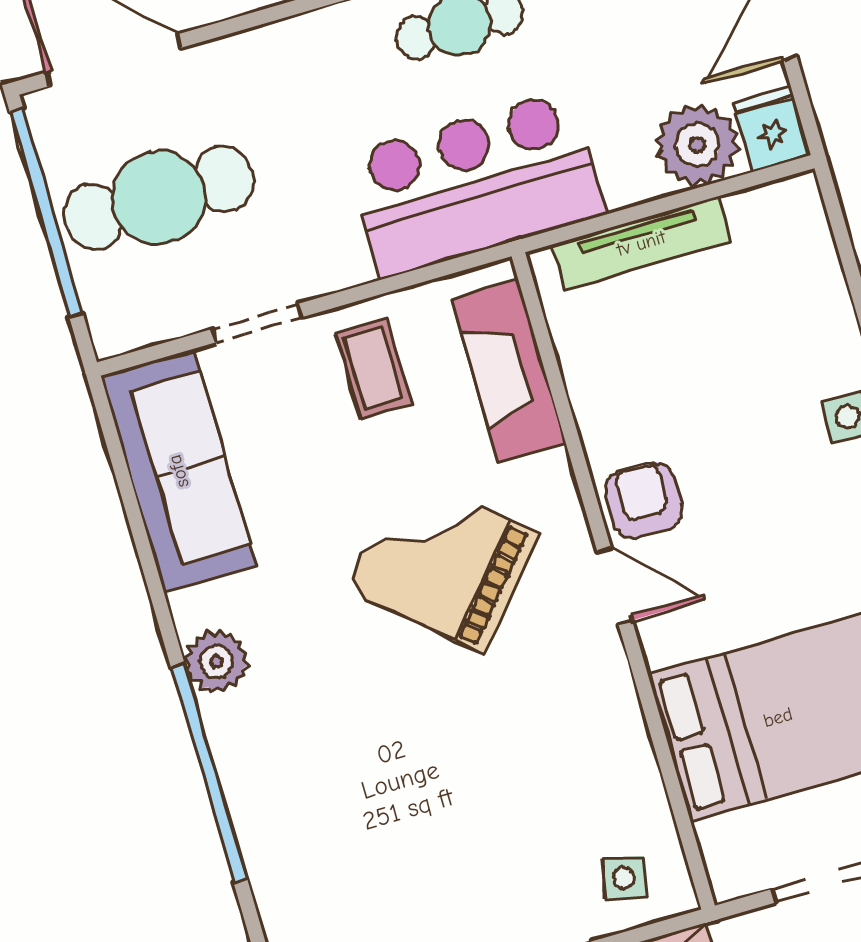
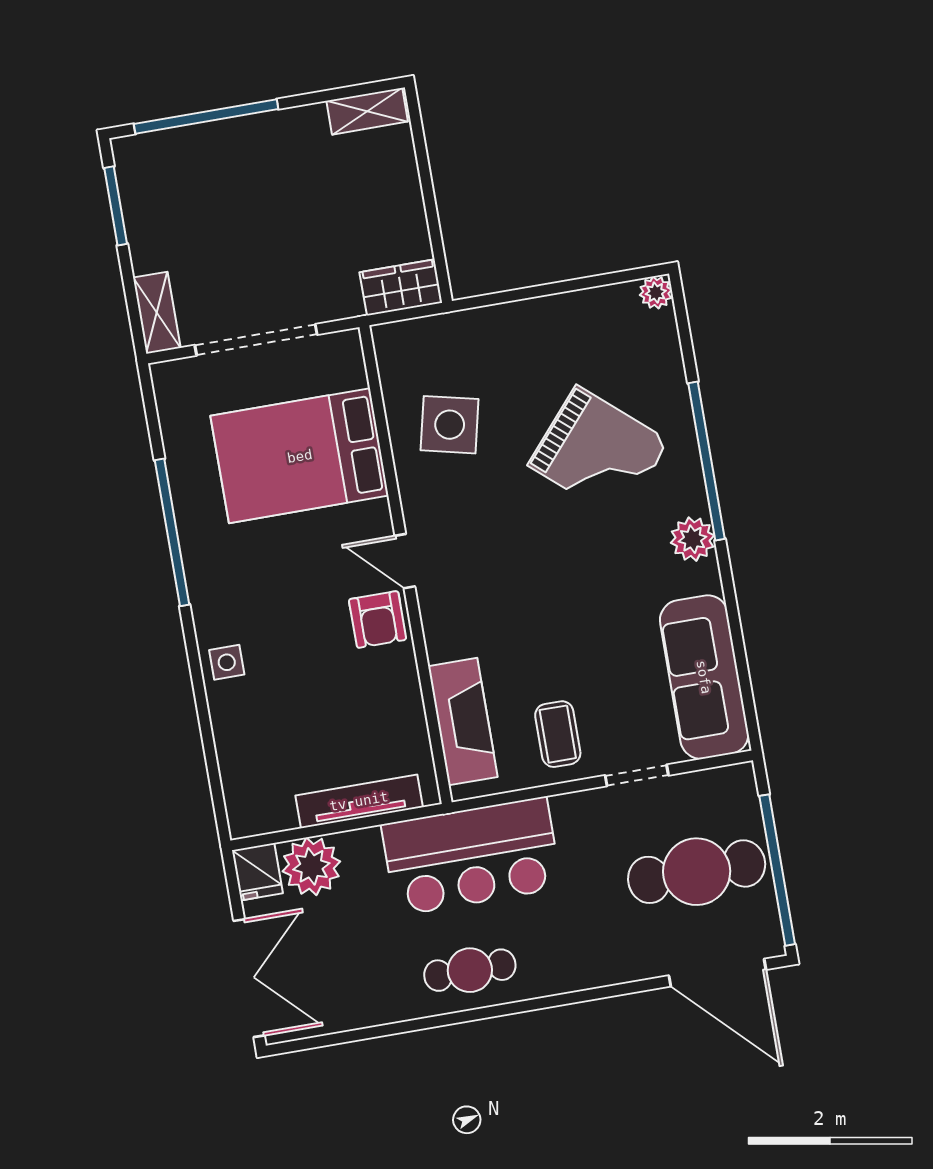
grand piano: (443, 562) -> (598, 453), moved
side table: (624, 877) -> (450, 425), moved, width x1.87, depth x1.87

